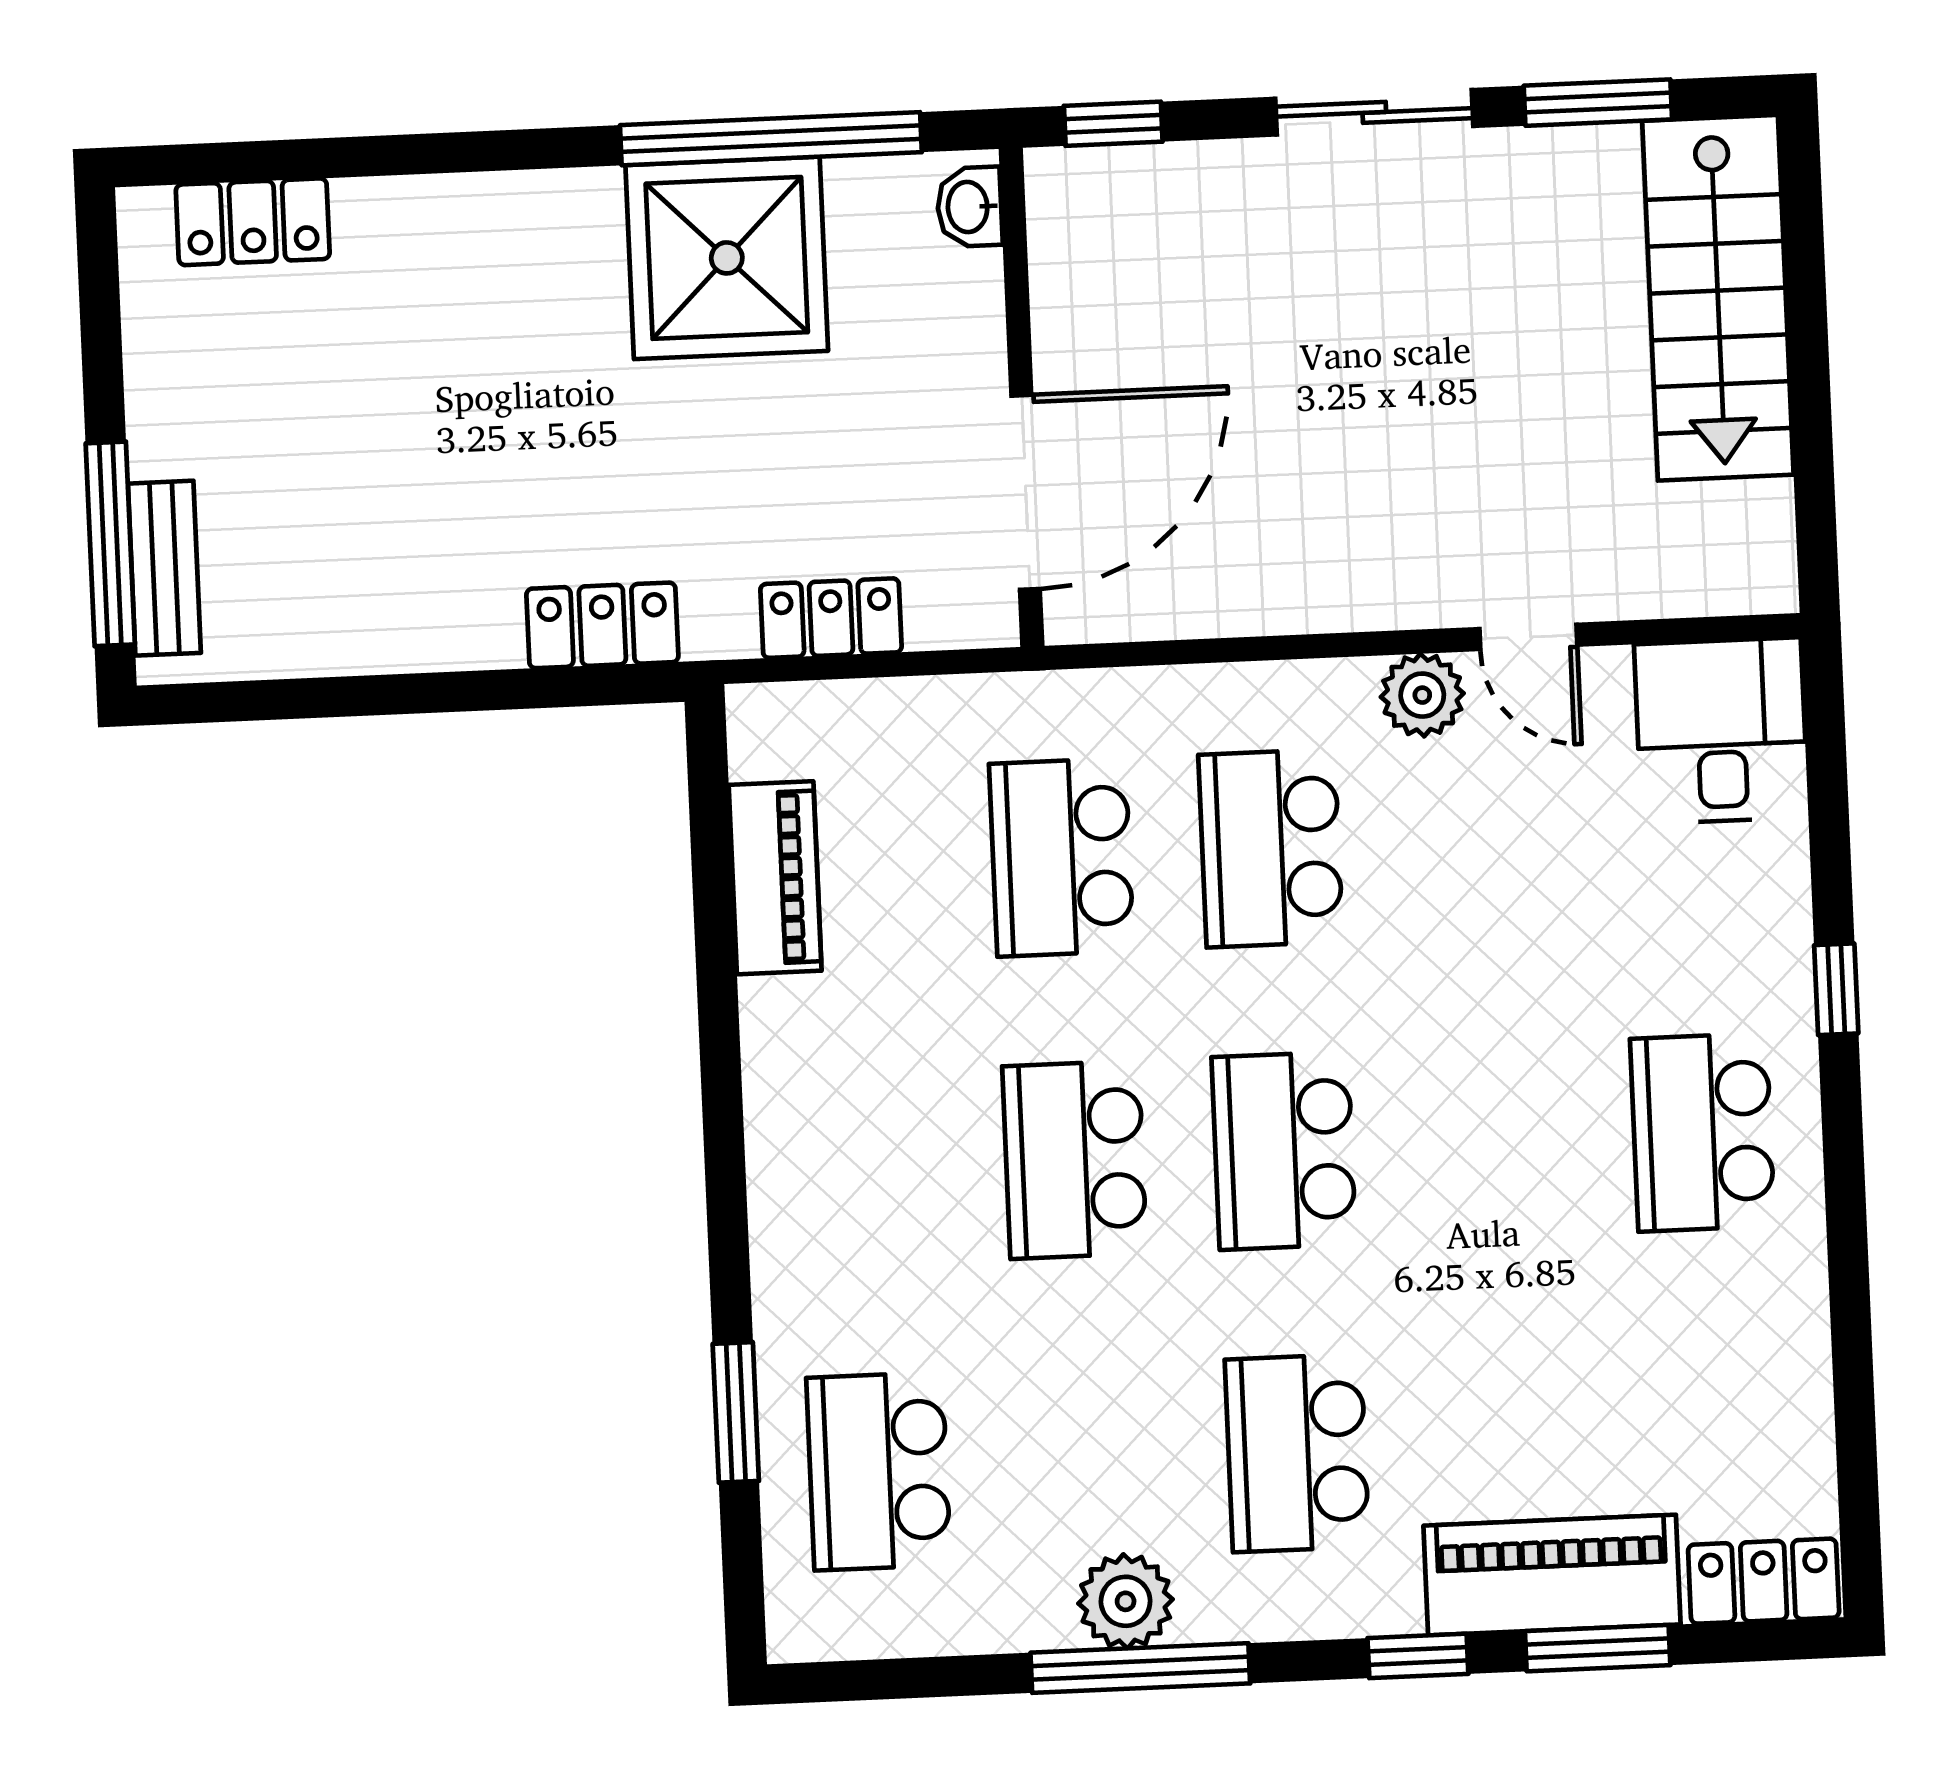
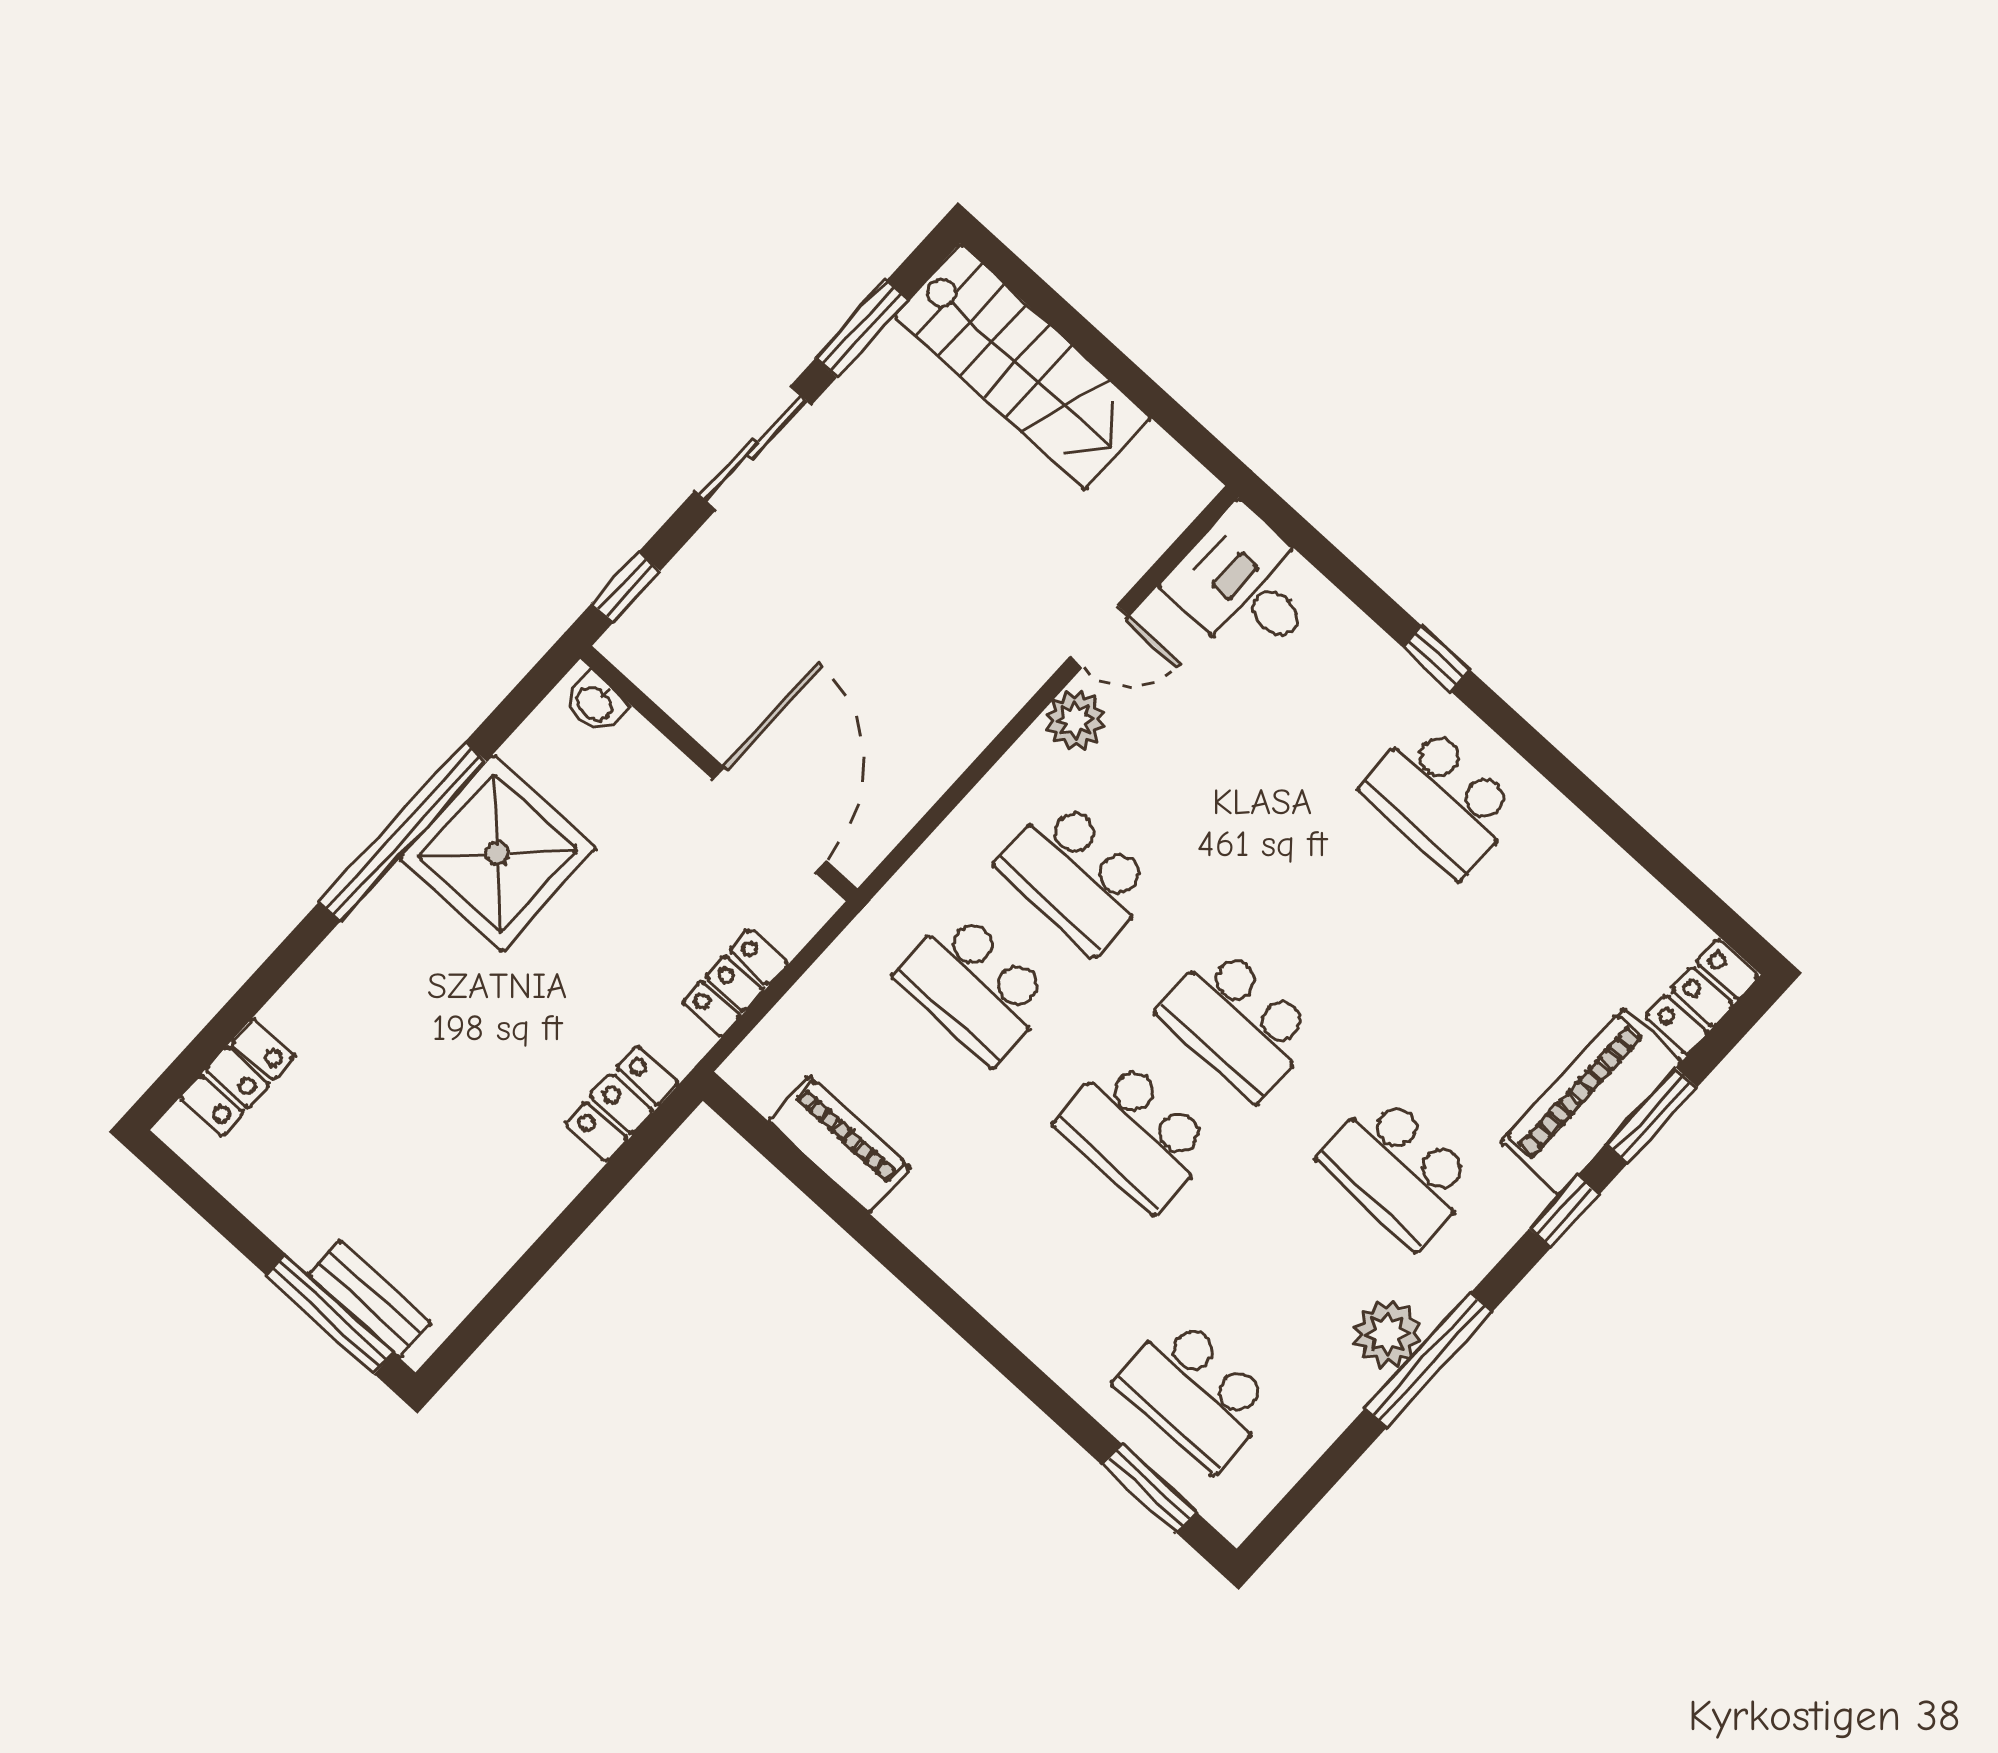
window: (771, 139) -> (403, 832), moved
window: (736, 1412) -> (1149, 1488), moved

